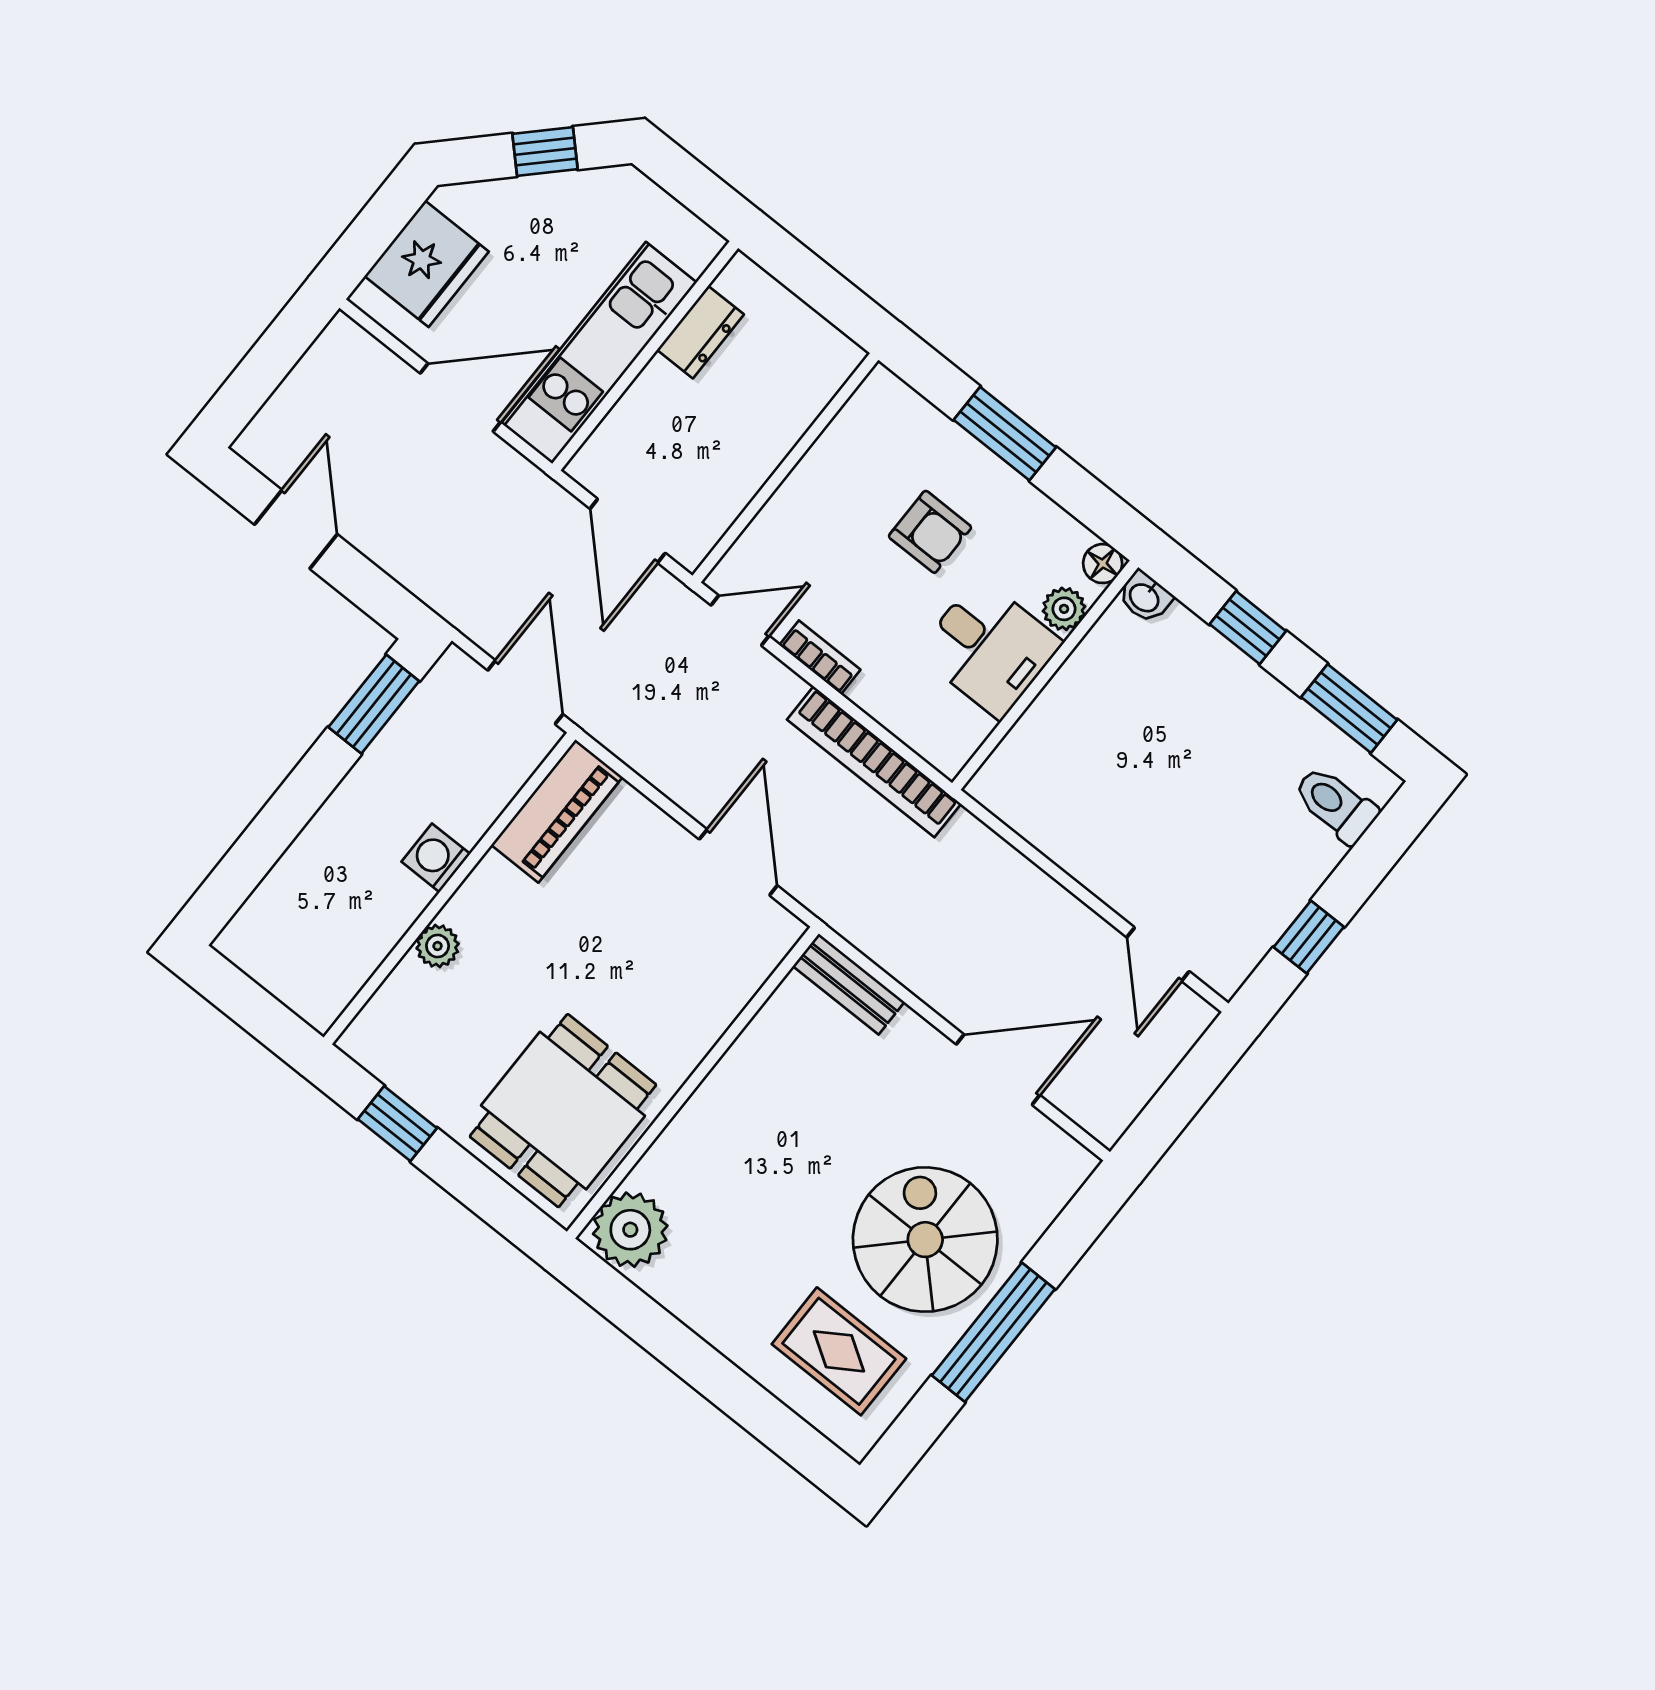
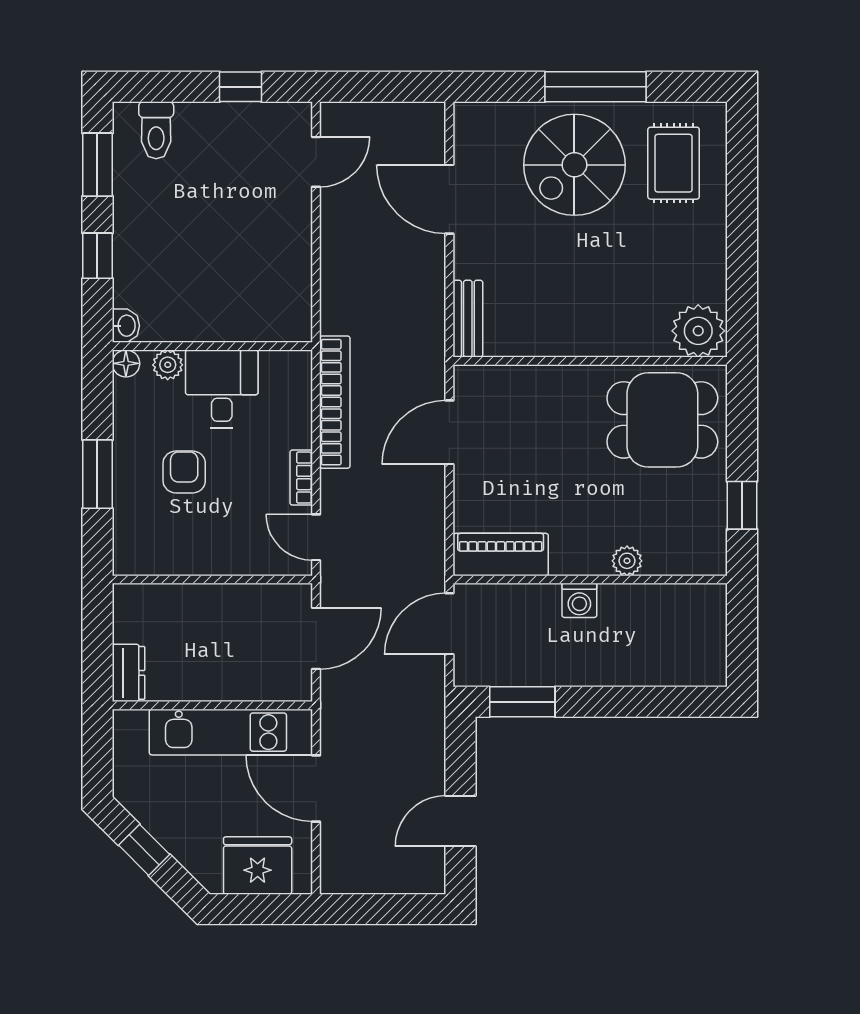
dresser: (700, 332) -> (129, 673), moved, turned 90

